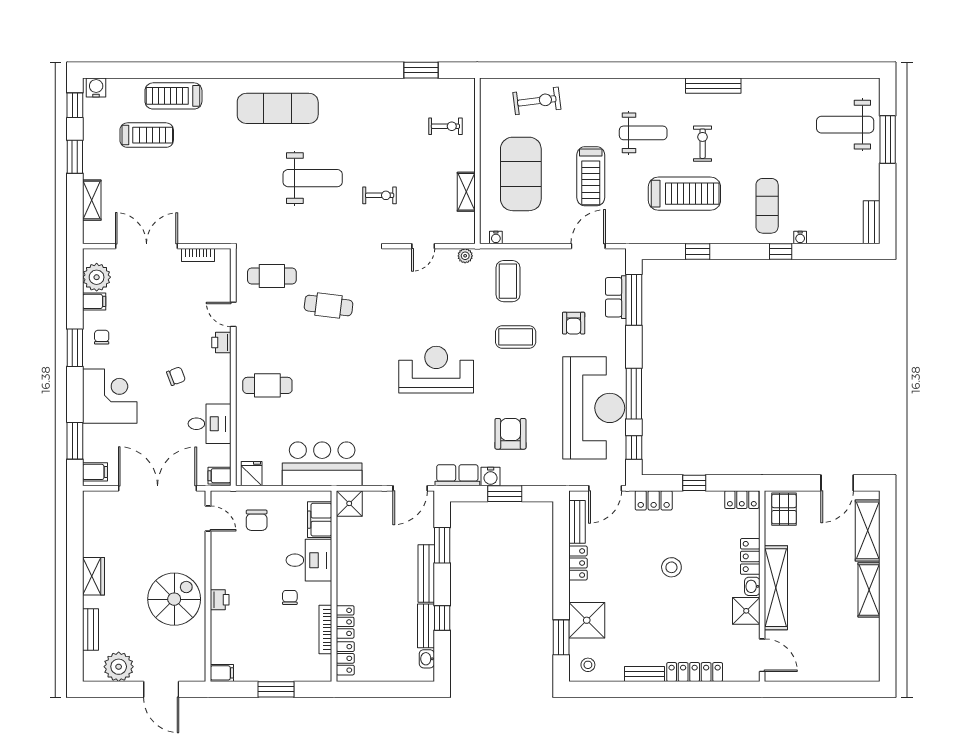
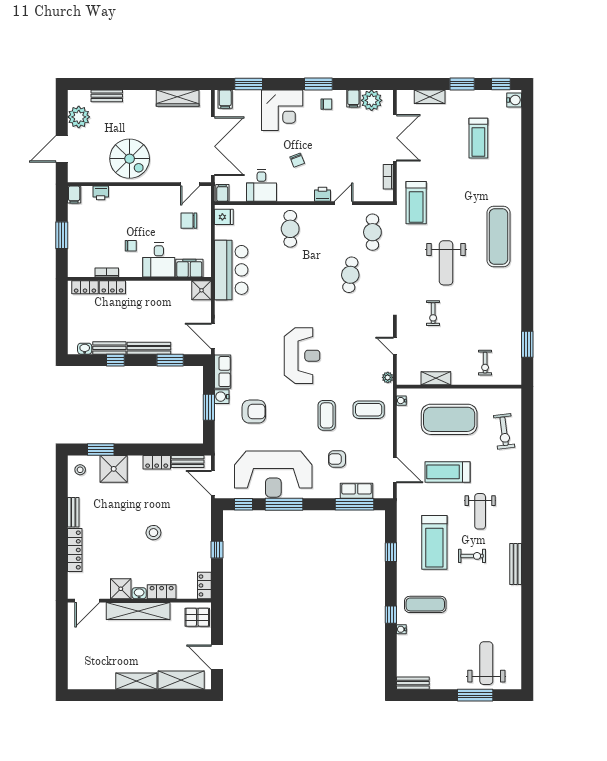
treadmill: (173, 96) -> (416, 203), moved, turned 180
locker: (654, 500) -> (204, 519), removed
wardrobe: (93, 576) -> (178, 98), moved, width x1.50
printer: (220, 600) -> (101, 193), moved
bookcase: (325, 629) -> (107, 272), width x0.64

